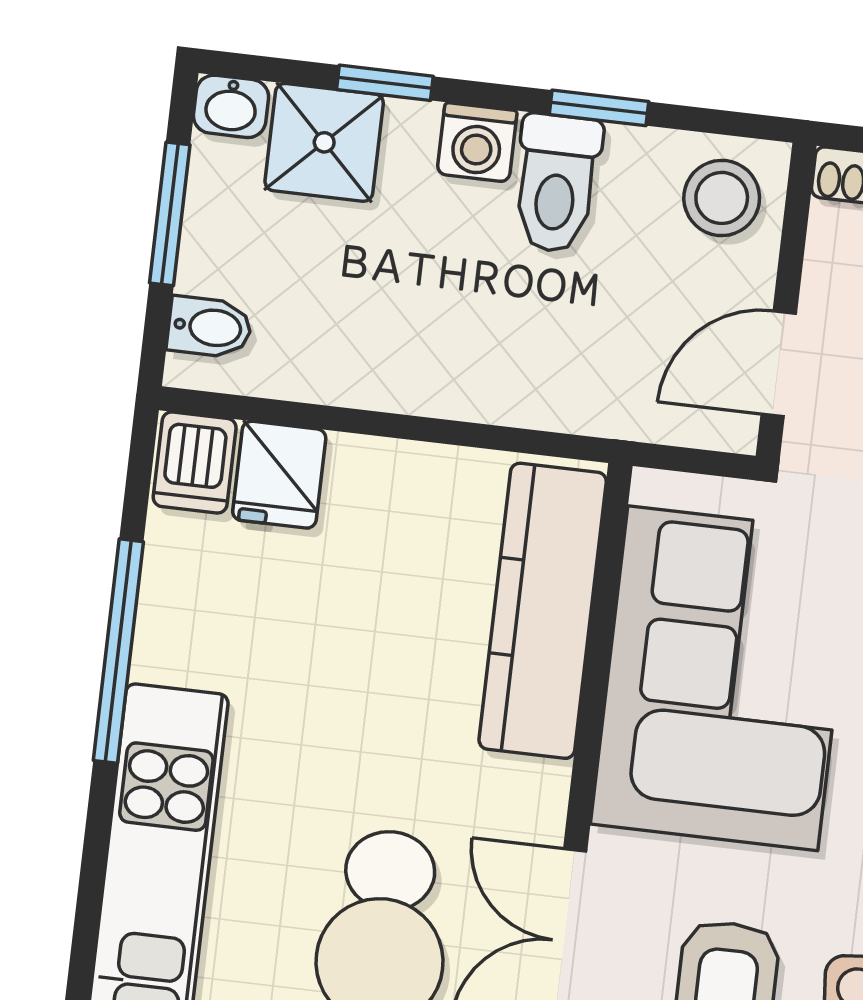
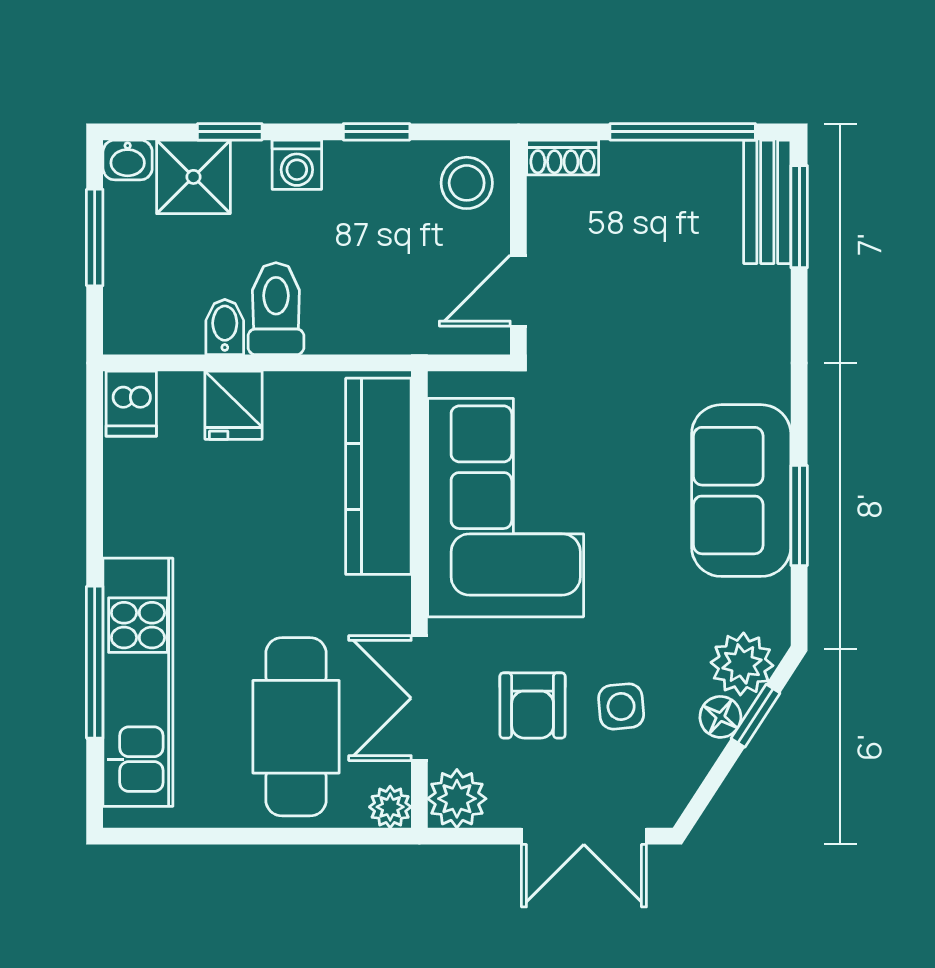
toilet: (557, 183) -> (276, 309), moved, turned 180
bidet: (210, 327) -> (225, 327), moved, turned -90
fridge: (279, 475) -> (233, 405), moved
window: (118, 651) -> (95, 662), moved

